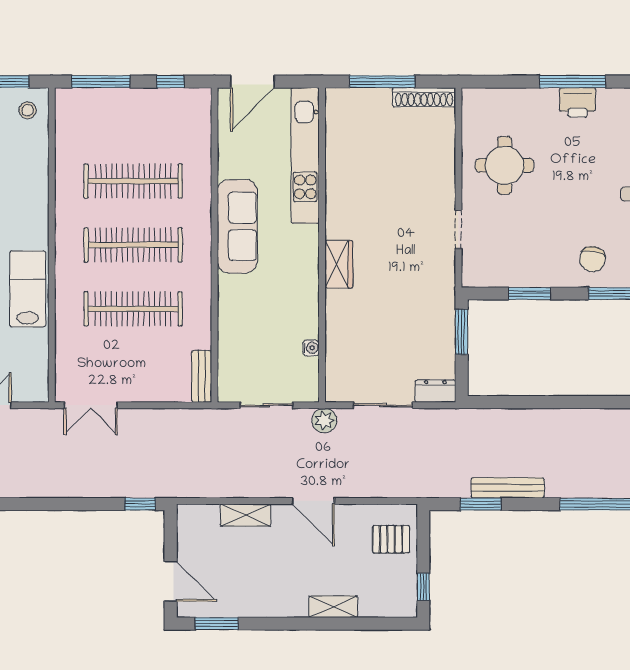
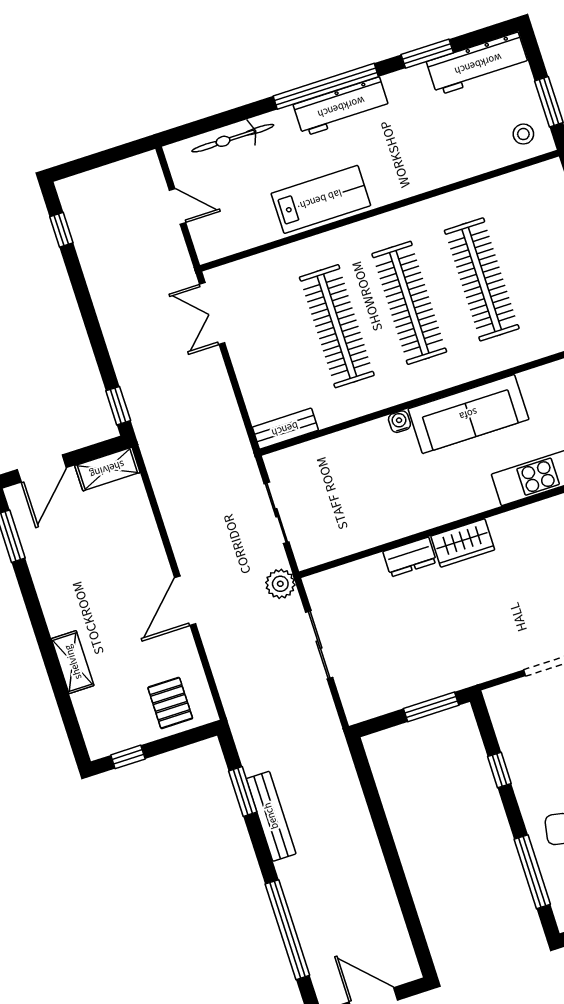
window: (530, 294) -> (499, 770), width x0.67
water cooler: (311, 348) -> (399, 422), moved, turned 180
dresser: (435, 391) -> (410, 557), moved, turned 90
shelving: (245, 515) -> (107, 469), moved, turned 90

